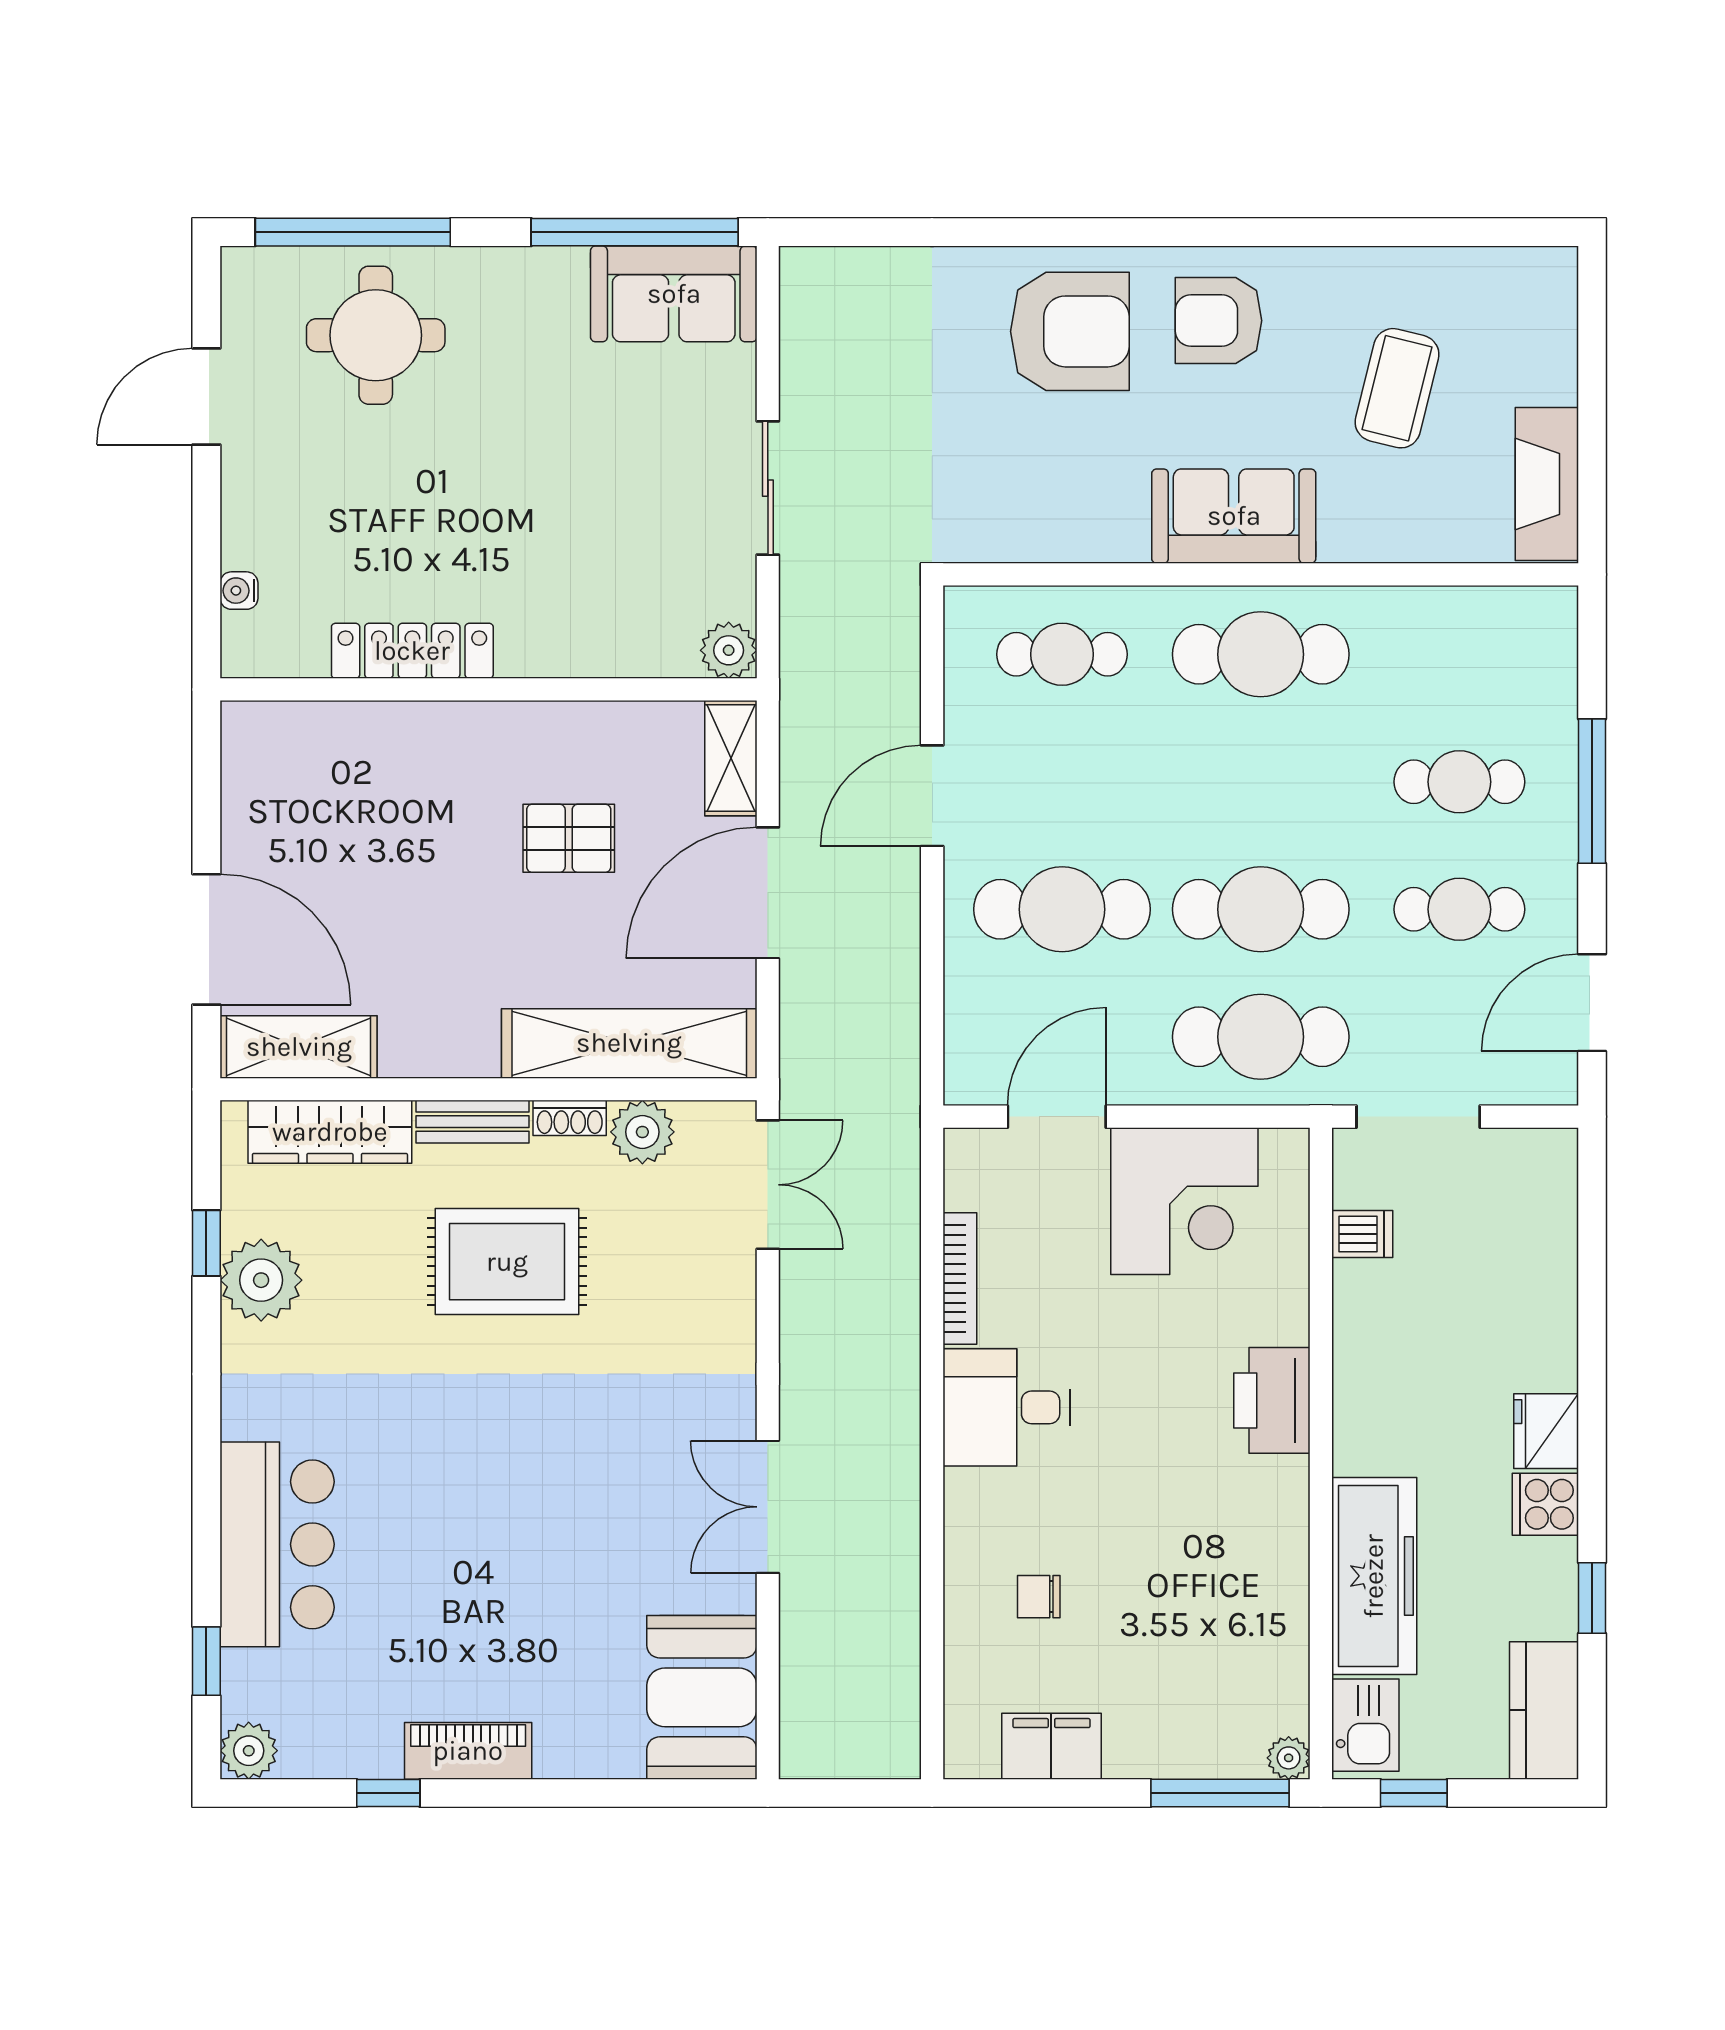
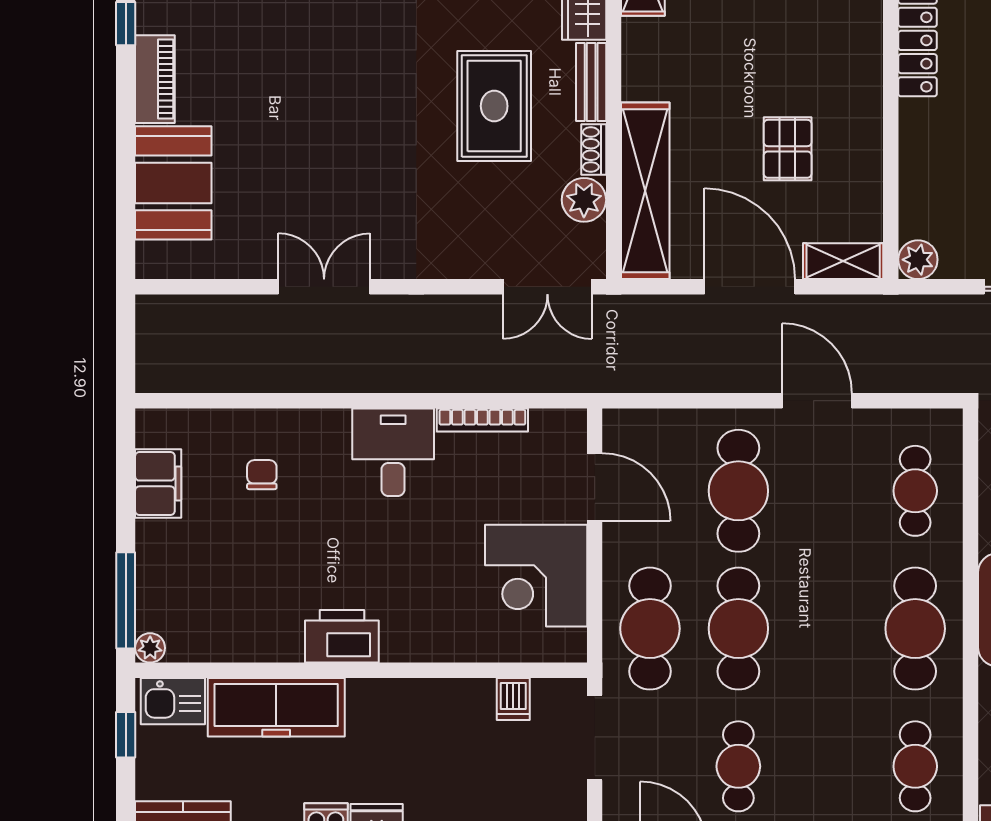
cafe table: (1459, 782) -> (915, 766), moved
printer: (1272, 1400) -> (342, 636), moved
booth: (702, 1697) -> (173, 183), moved, turned 90

